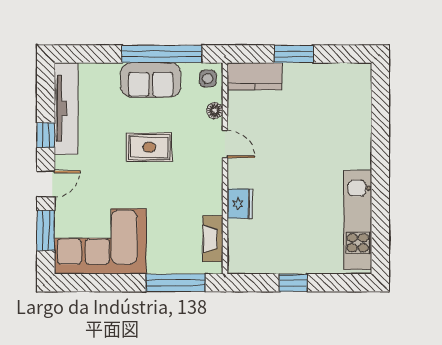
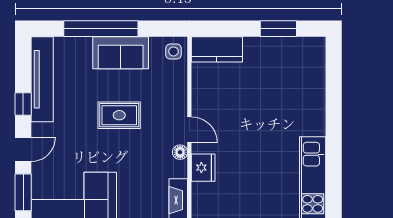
window: (162, 54) -> (101, 29), moved
window: (294, 54) -> (278, 29), moved
floor lamp: (215, 111) -> (180, 152), moved
door: (225, 144) -> (189, 130), moved

